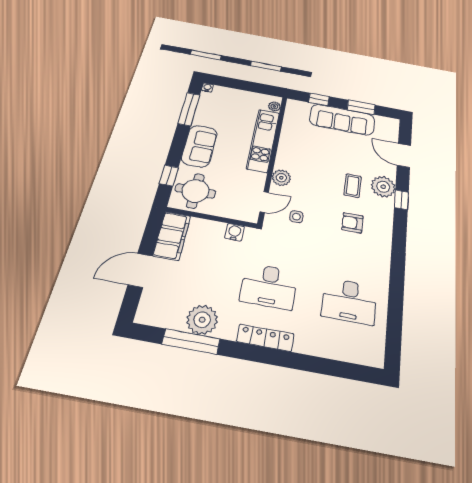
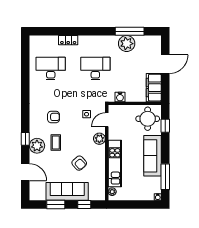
sofa: (199, 146) -> (152, 156), width x1.36
armchair: (319, 151) -> (79, 163), added
locker: (265, 338) -> (68, 40), moved, width x0.66

